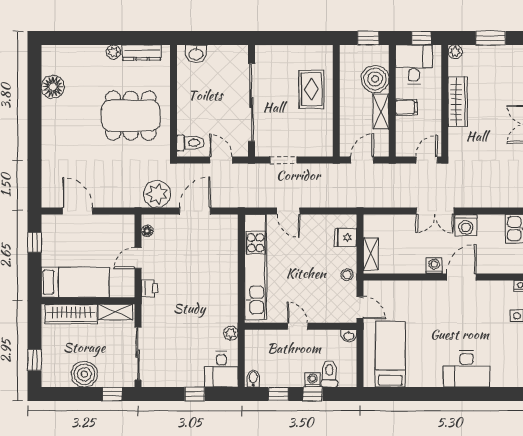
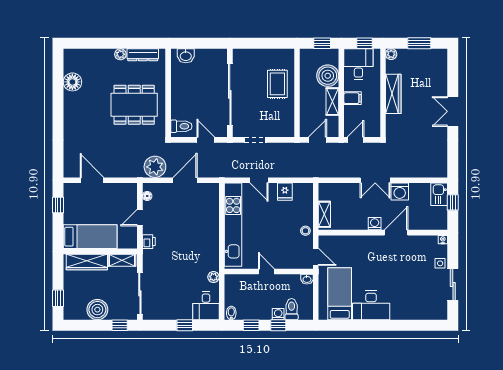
door: (427, 160) -> (356, 140), moved
fridge: (346, 237) -> (285, 192), moved, turned -90
desk: (467, 369) -> (371, 305), moved

